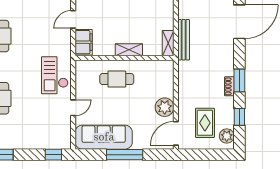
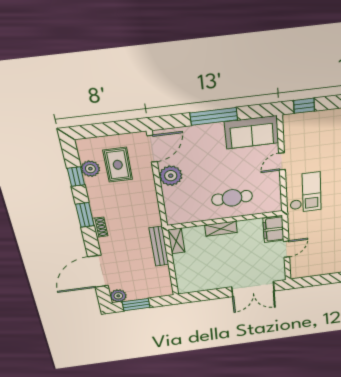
shoe rack: (229, 86) -> (100, 227), moved
plant: (227, 136) -> (90, 169), moved
sofa: (104, 137) -> (252, 132), width x0.73

